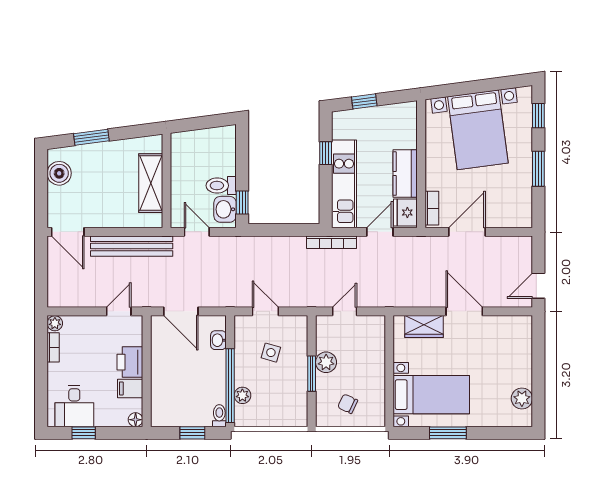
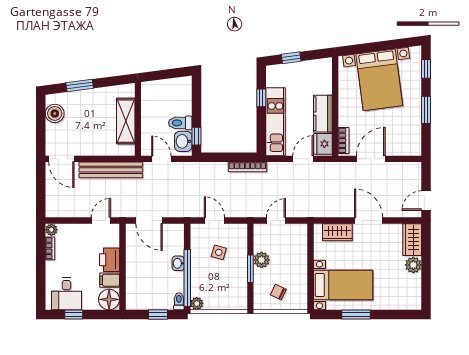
bookcase: (332, 242) -> (247, 167), moved
wardrobe: (520, 336) -> (412, 240), added
washbasin: (218, 340) -> (178, 263), moved
plant: (242, 395) -> (197, 303), moved
plant: (522, 398) -> (413, 265), moved
floor lamp: (136, 420) -> (109, 299), width x1.89, depth x1.89

